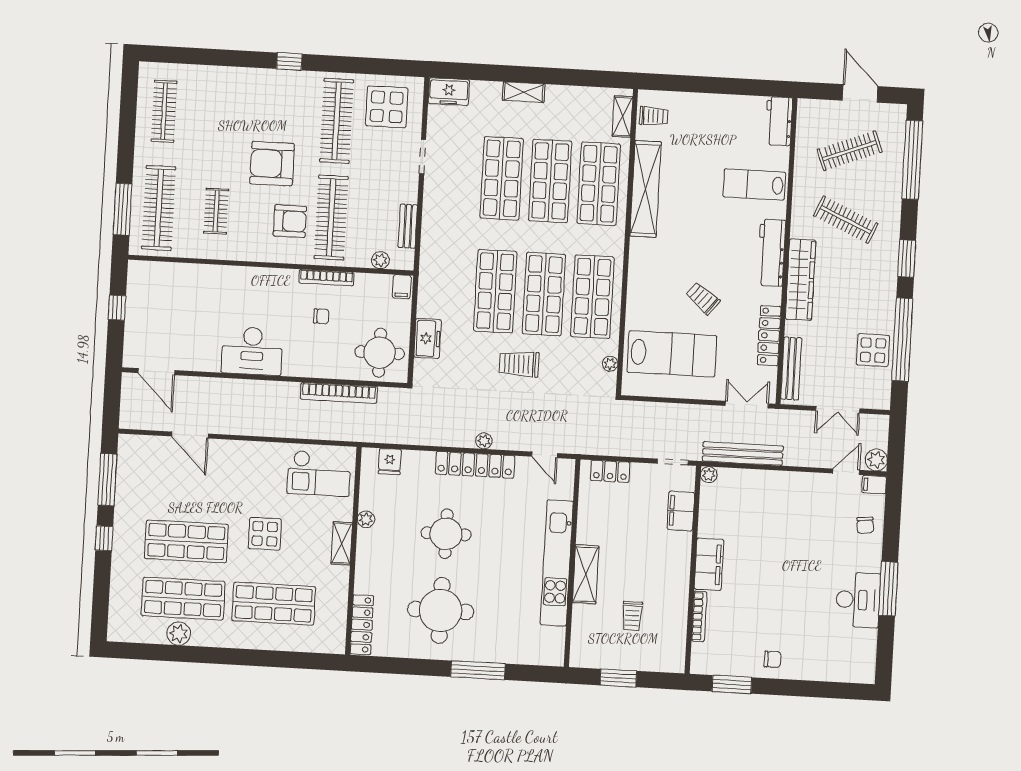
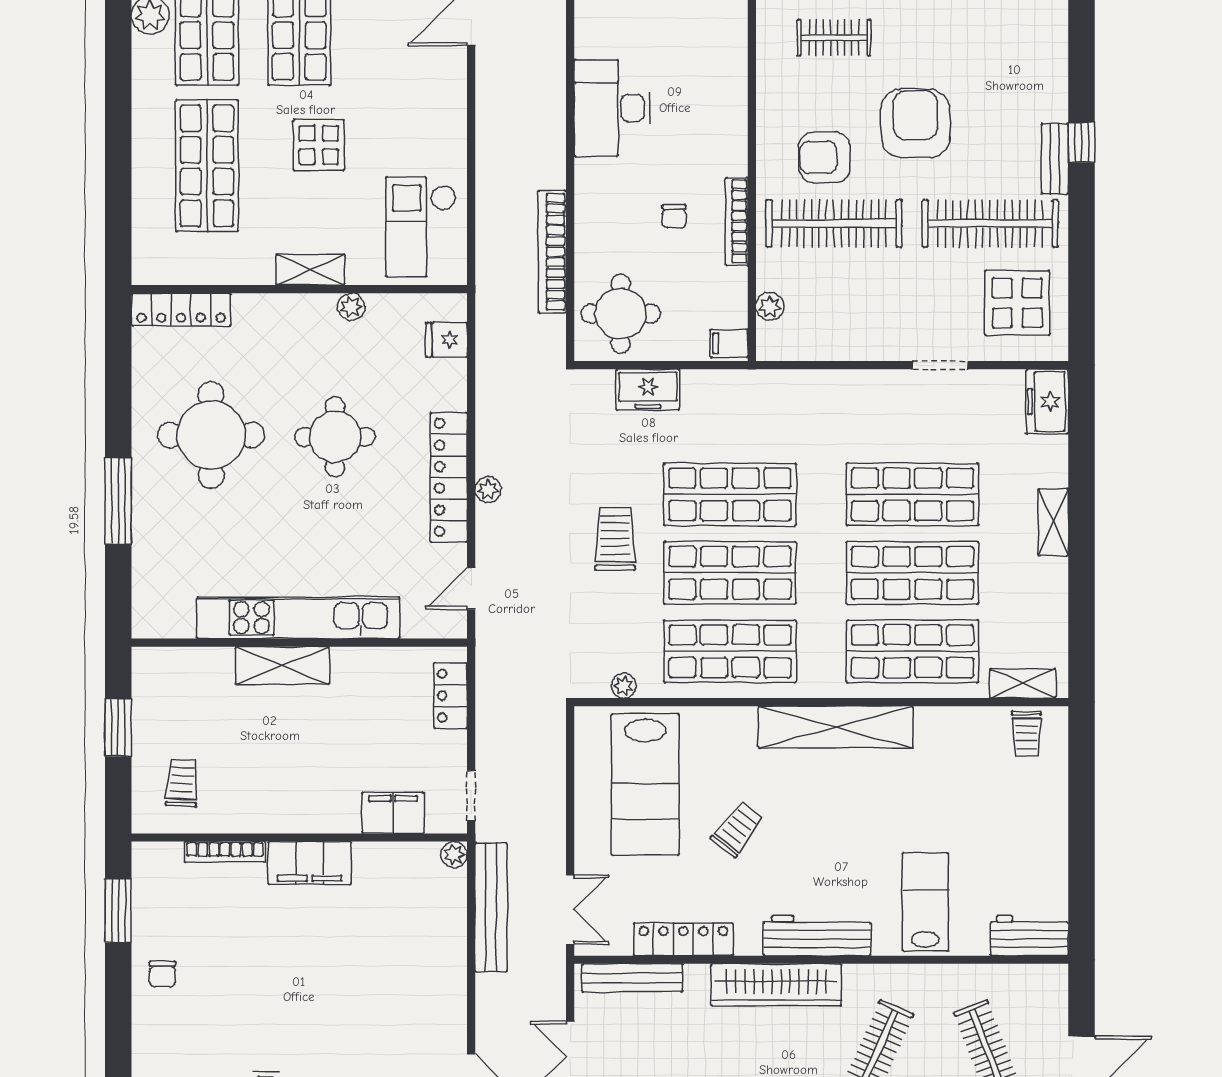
shelving: (646, 189) -> (836, 727), moved
armchair: (290, 221) -> (824, 157), turned 90
bench: (408, 226) -> (1055, 159), moved, turned 90
trolley: (632, 616) -> (182, 783), moved, turned 93

